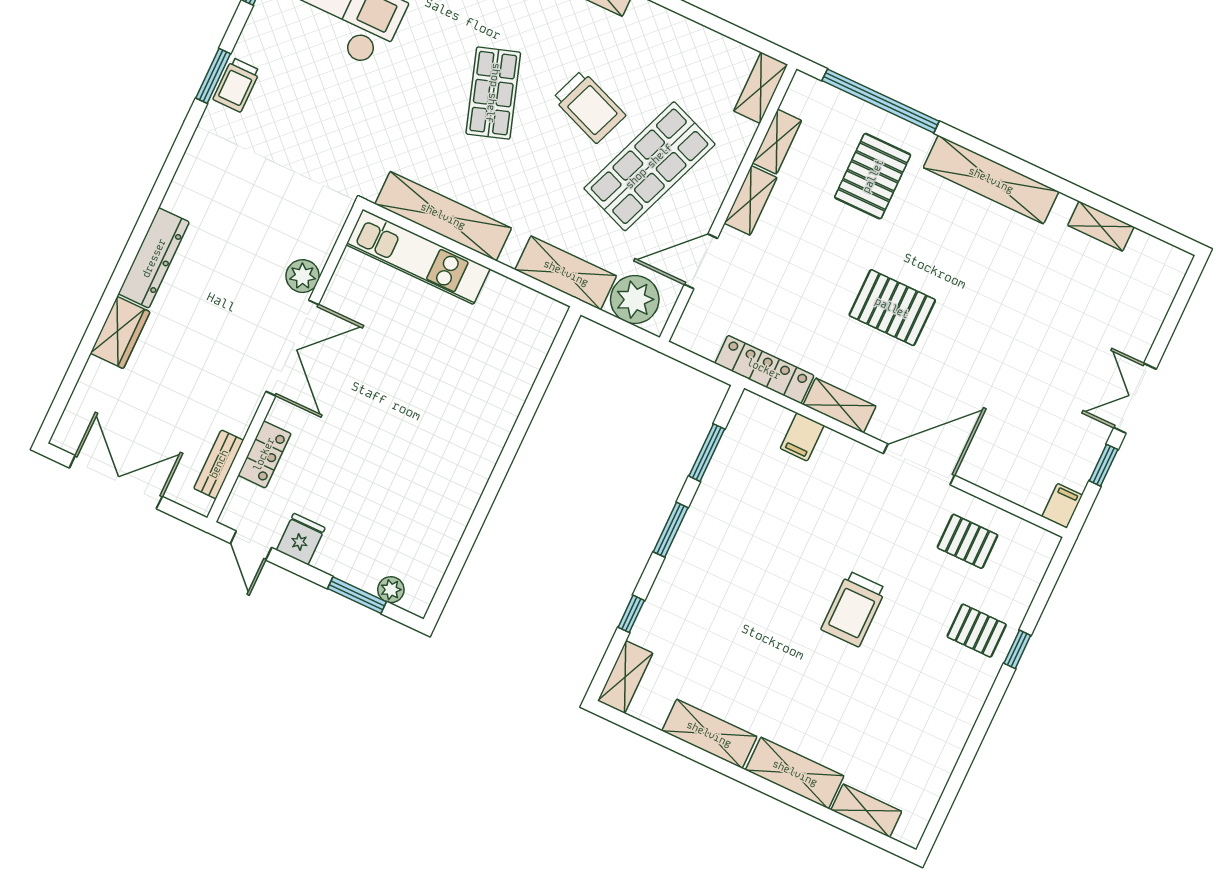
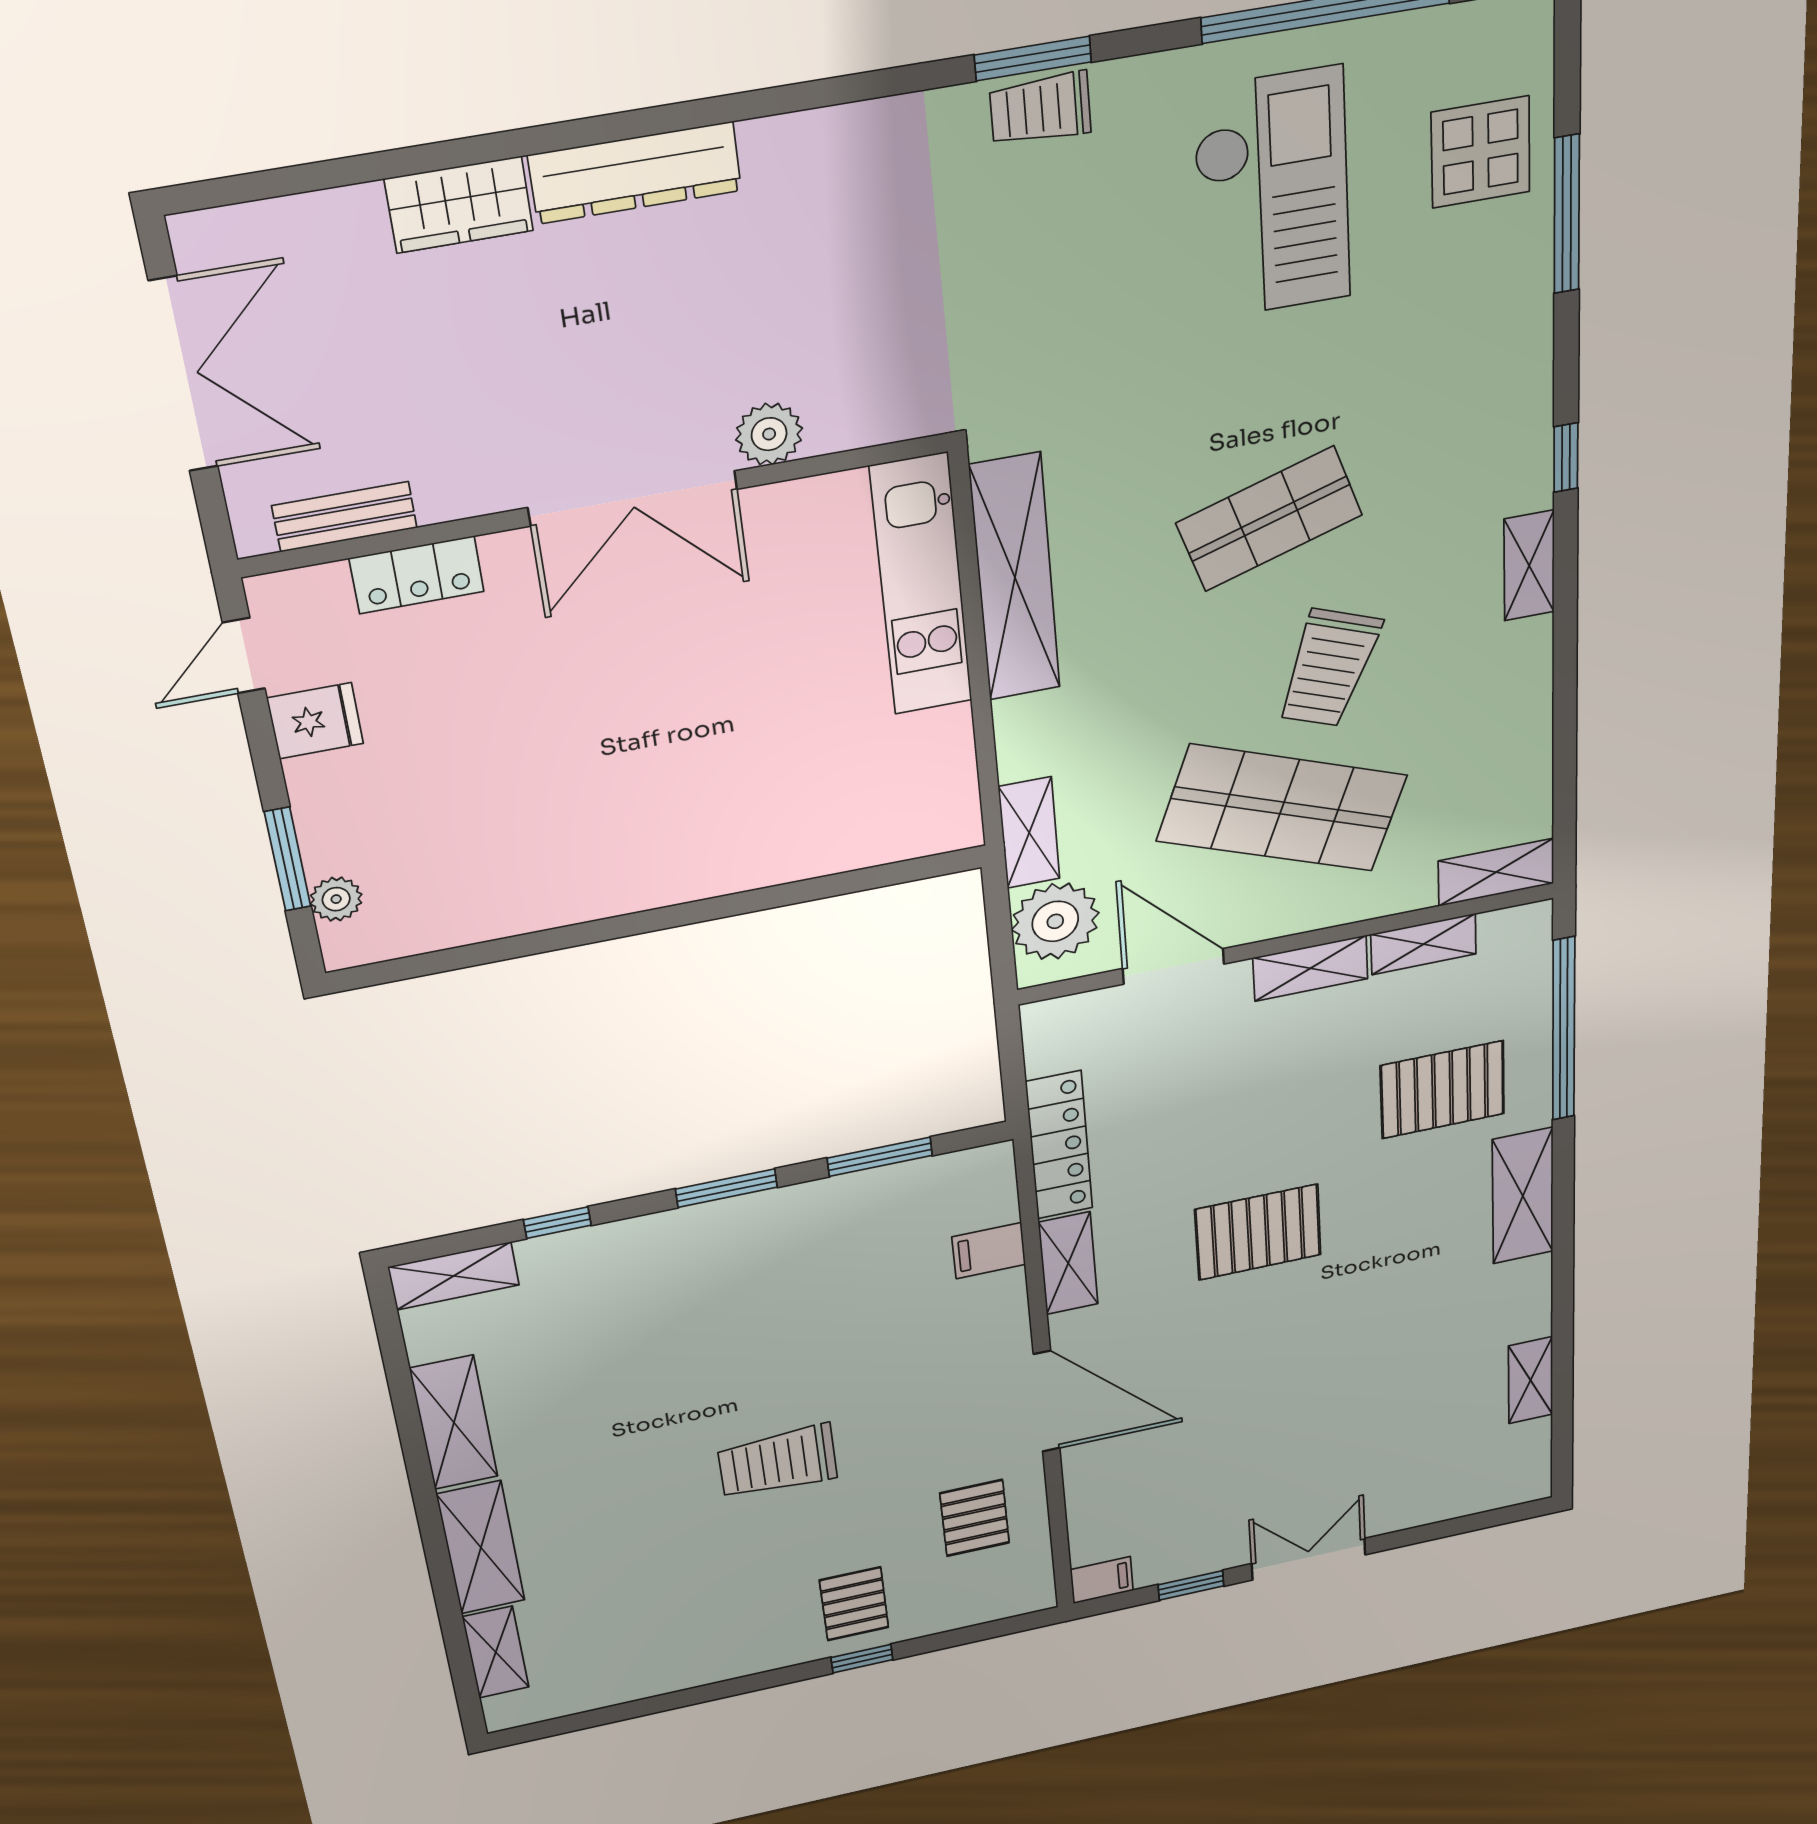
shelving: (991, 180) -> (1523, 1196), width x0.68
shelving: (566, 273) -> (1029, 833), width x0.67, depth x0.75
pallet: (892, 308) -> (1258, 1232), turned 90

